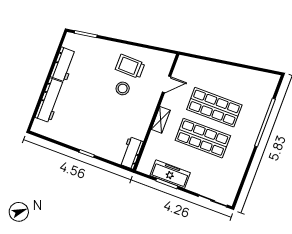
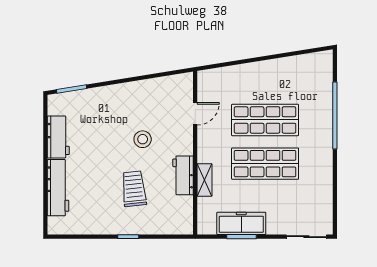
trolley: (130, 66) -> (134, 189), moved, turned 83
shelving: (161, 120) -> (204, 180), moved
workbench: (131, 153) -> (183, 175), moved

